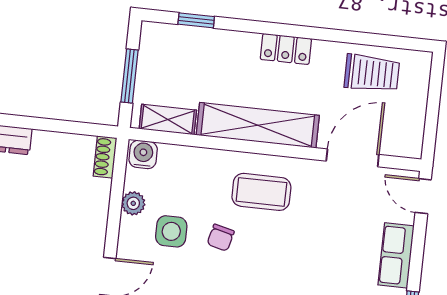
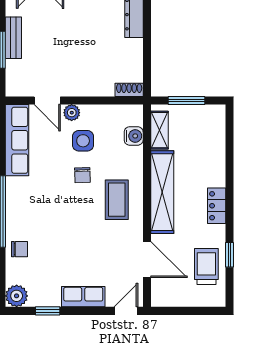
window: (196, 20) -> (230, 255), moved
trolley: (372, 73) -> (206, 266), turned 180
water cooler: (143, 154) -> (134, 136), moved
plant: (133, 203) -> (72, 113), moved
chair: (221, 238) -> (82, 175), turned -106

